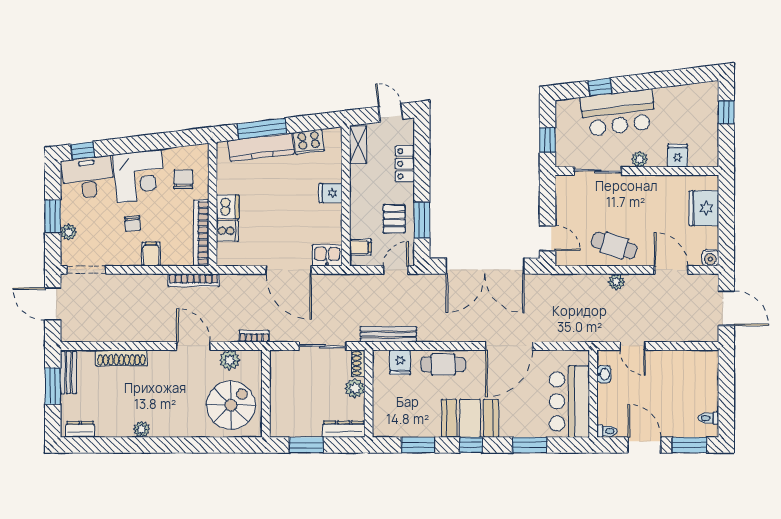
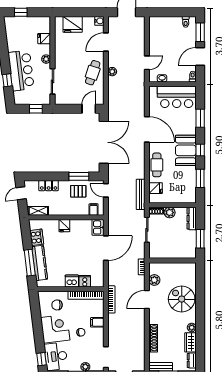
spiral stairs: (231, 405) -> (182, 299), moved
wardrobe: (114, 427) -> (190, 342), added

